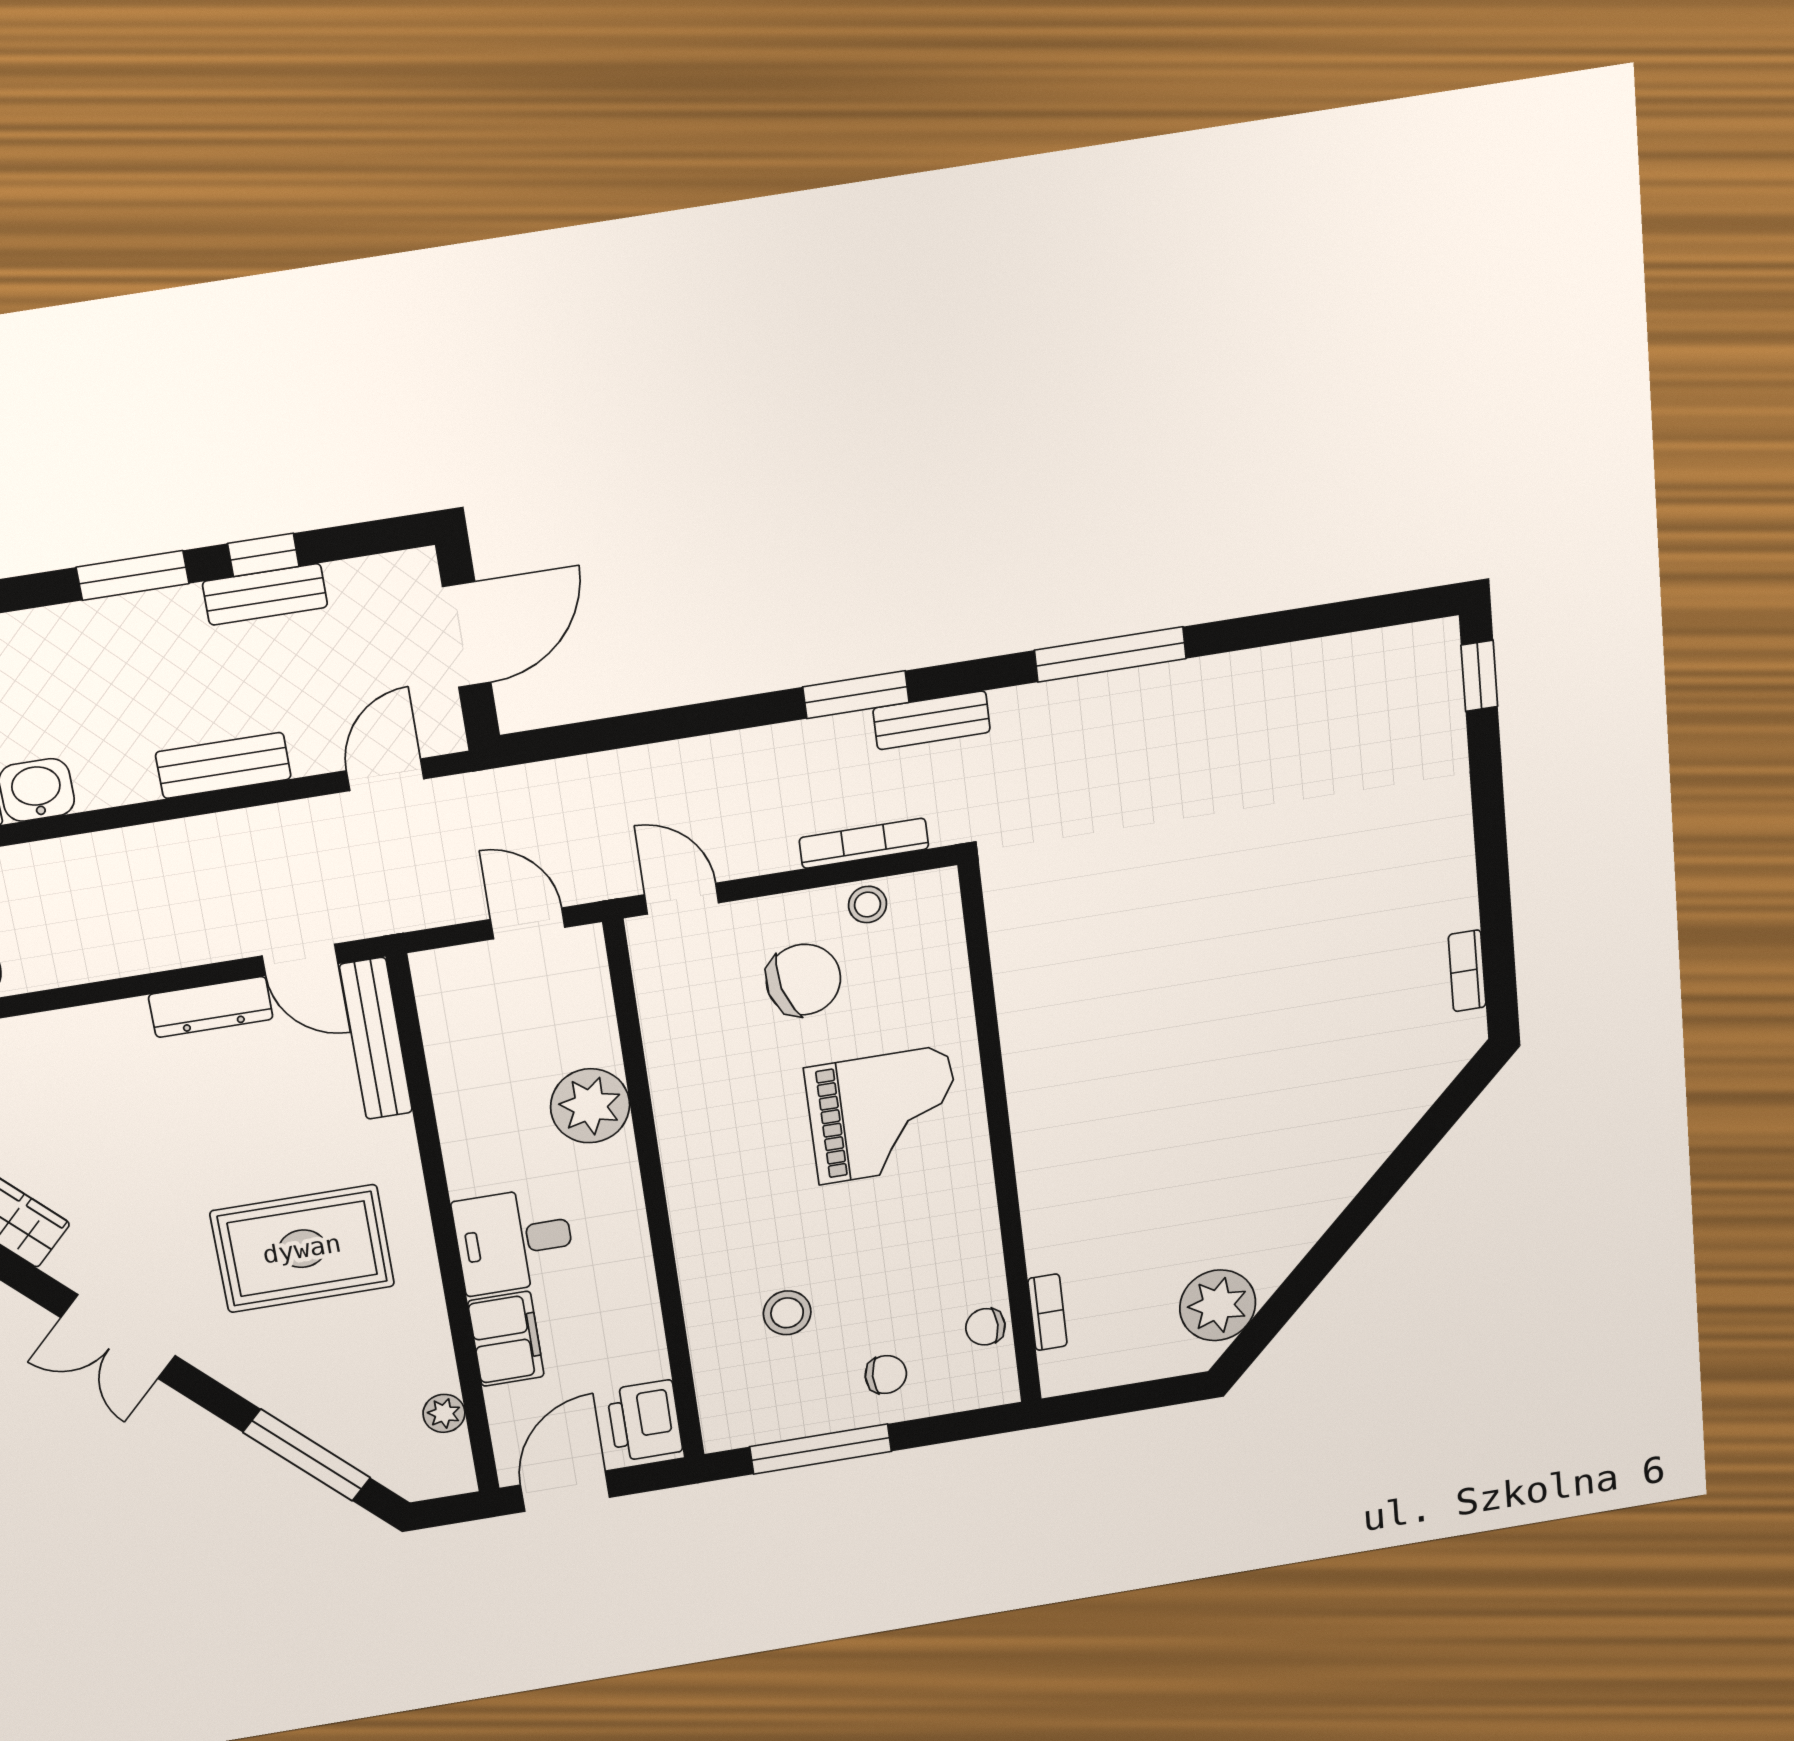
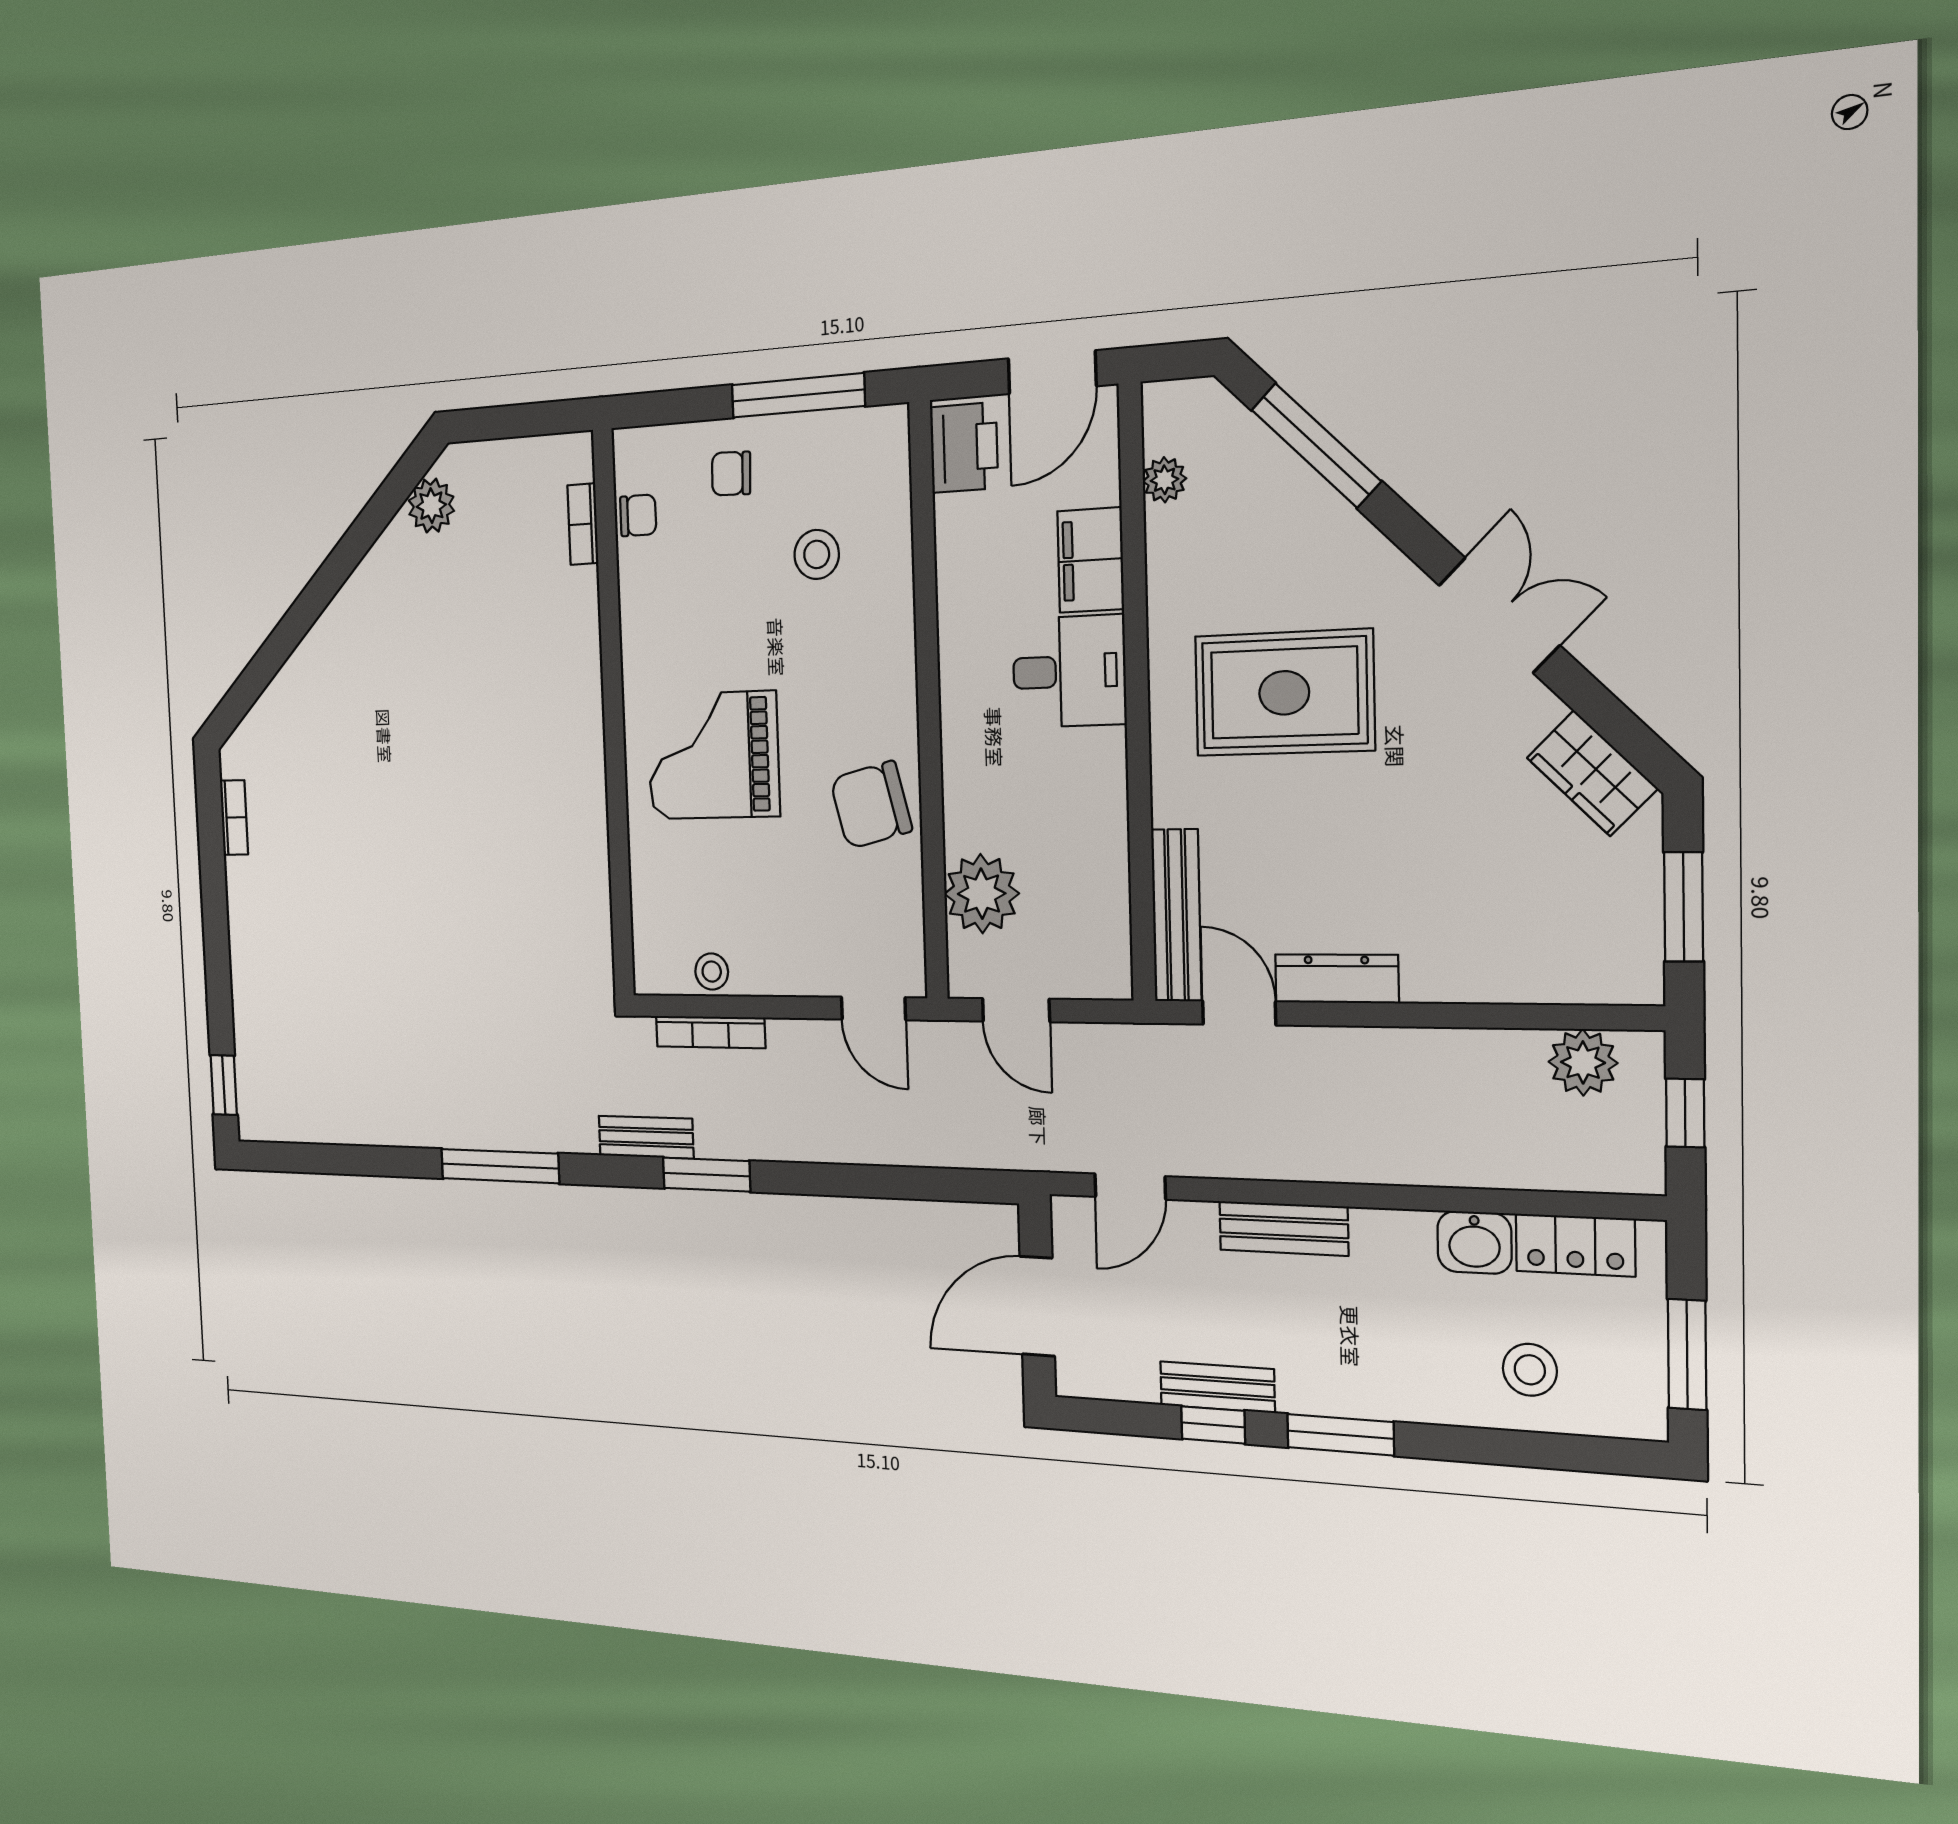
chair: (803, 980) -> (871, 805), moved
plant: (590, 1106) -> (982, 894), moved
plant: (1218, 1305) -> (431, 506), width x0.73, depth x0.73

